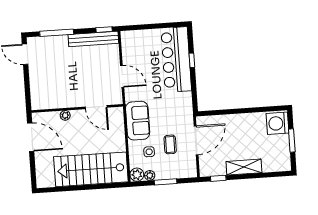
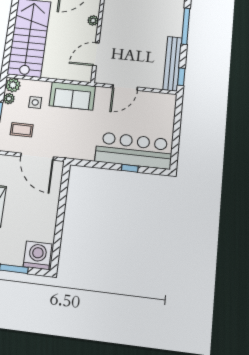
coffee table: (170, 144) -> (22, 130), moved

